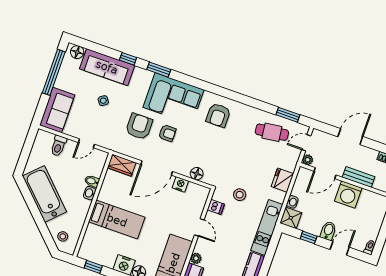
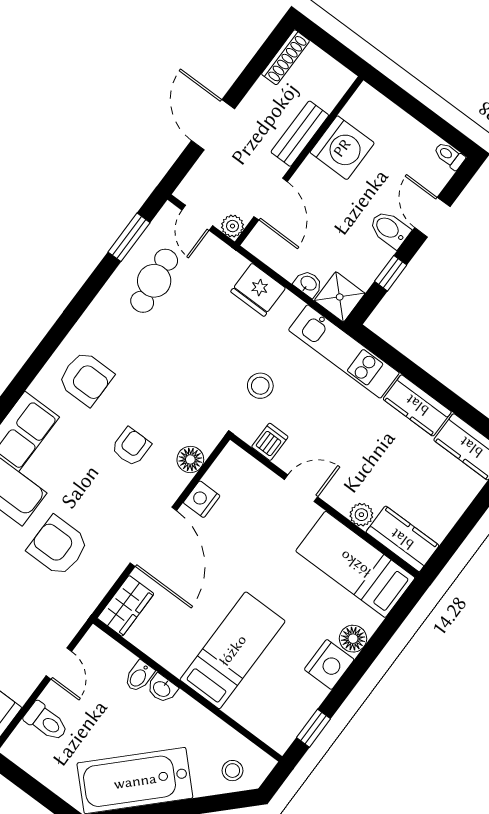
armchair: (167, 133) -> (131, 447), moved
washing machine: (348, 194) -> (342, 148), moved

